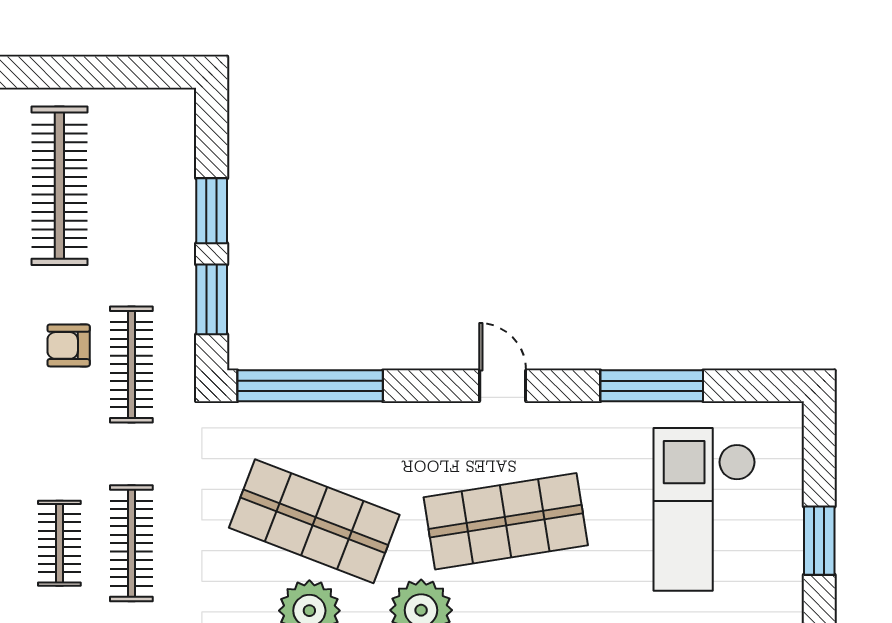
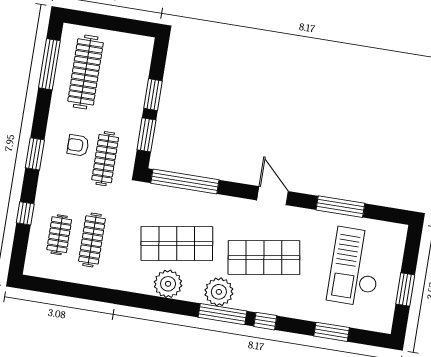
door: (503, 386) -> (273, 196), width x1.38
shop shelf: (314, 521) -> (177, 243), turned -30

